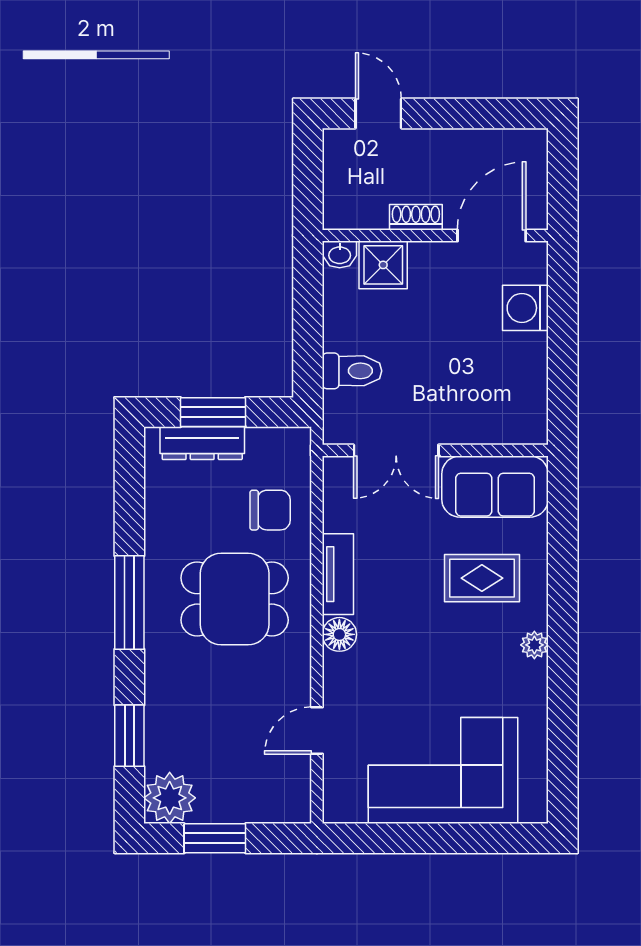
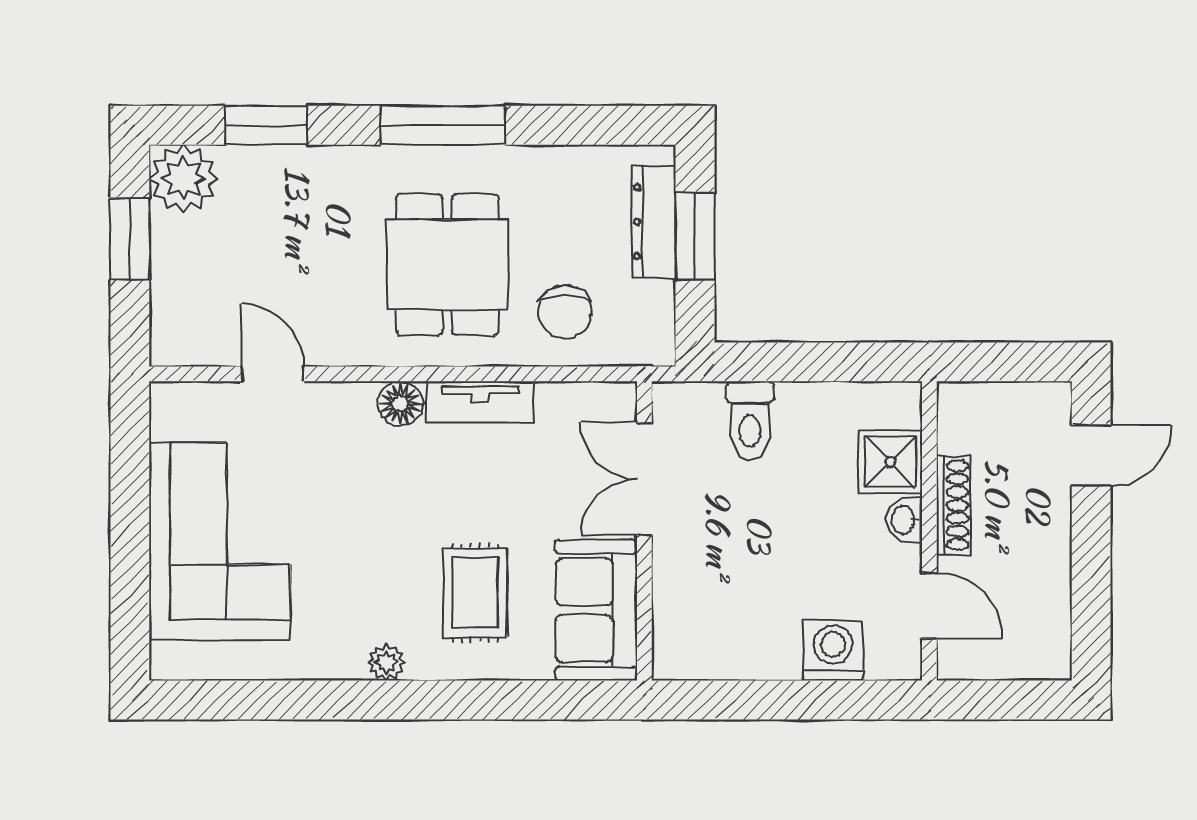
shoe rack: (416, 217) -> (953, 505), width x1.43
door: (492, 235) -> (929, 606), width x0.73
washbasin: (340, 254) -> (904, 520), moved

